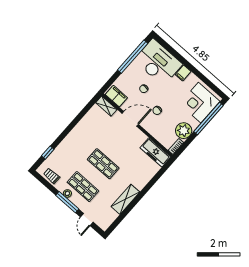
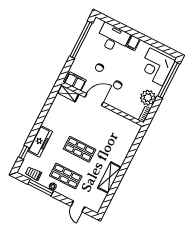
desk: (158, 62) -> (113, 38), width x0.73, depth x0.77
freezer: (155, 152) -> (40, 141), moved, turned -90
window: (67, 202) -> (41, 188), moved

